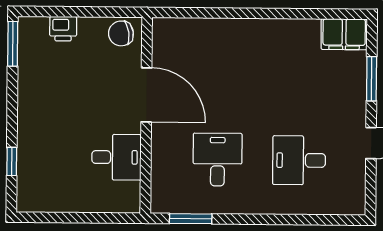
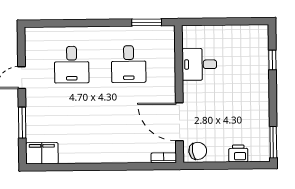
bookcase: (170, 25) -> (164, 158), added
door: (146, 95) -> (179, 122), moved
desk: (299, 160) -> (72, 65), turned 90

